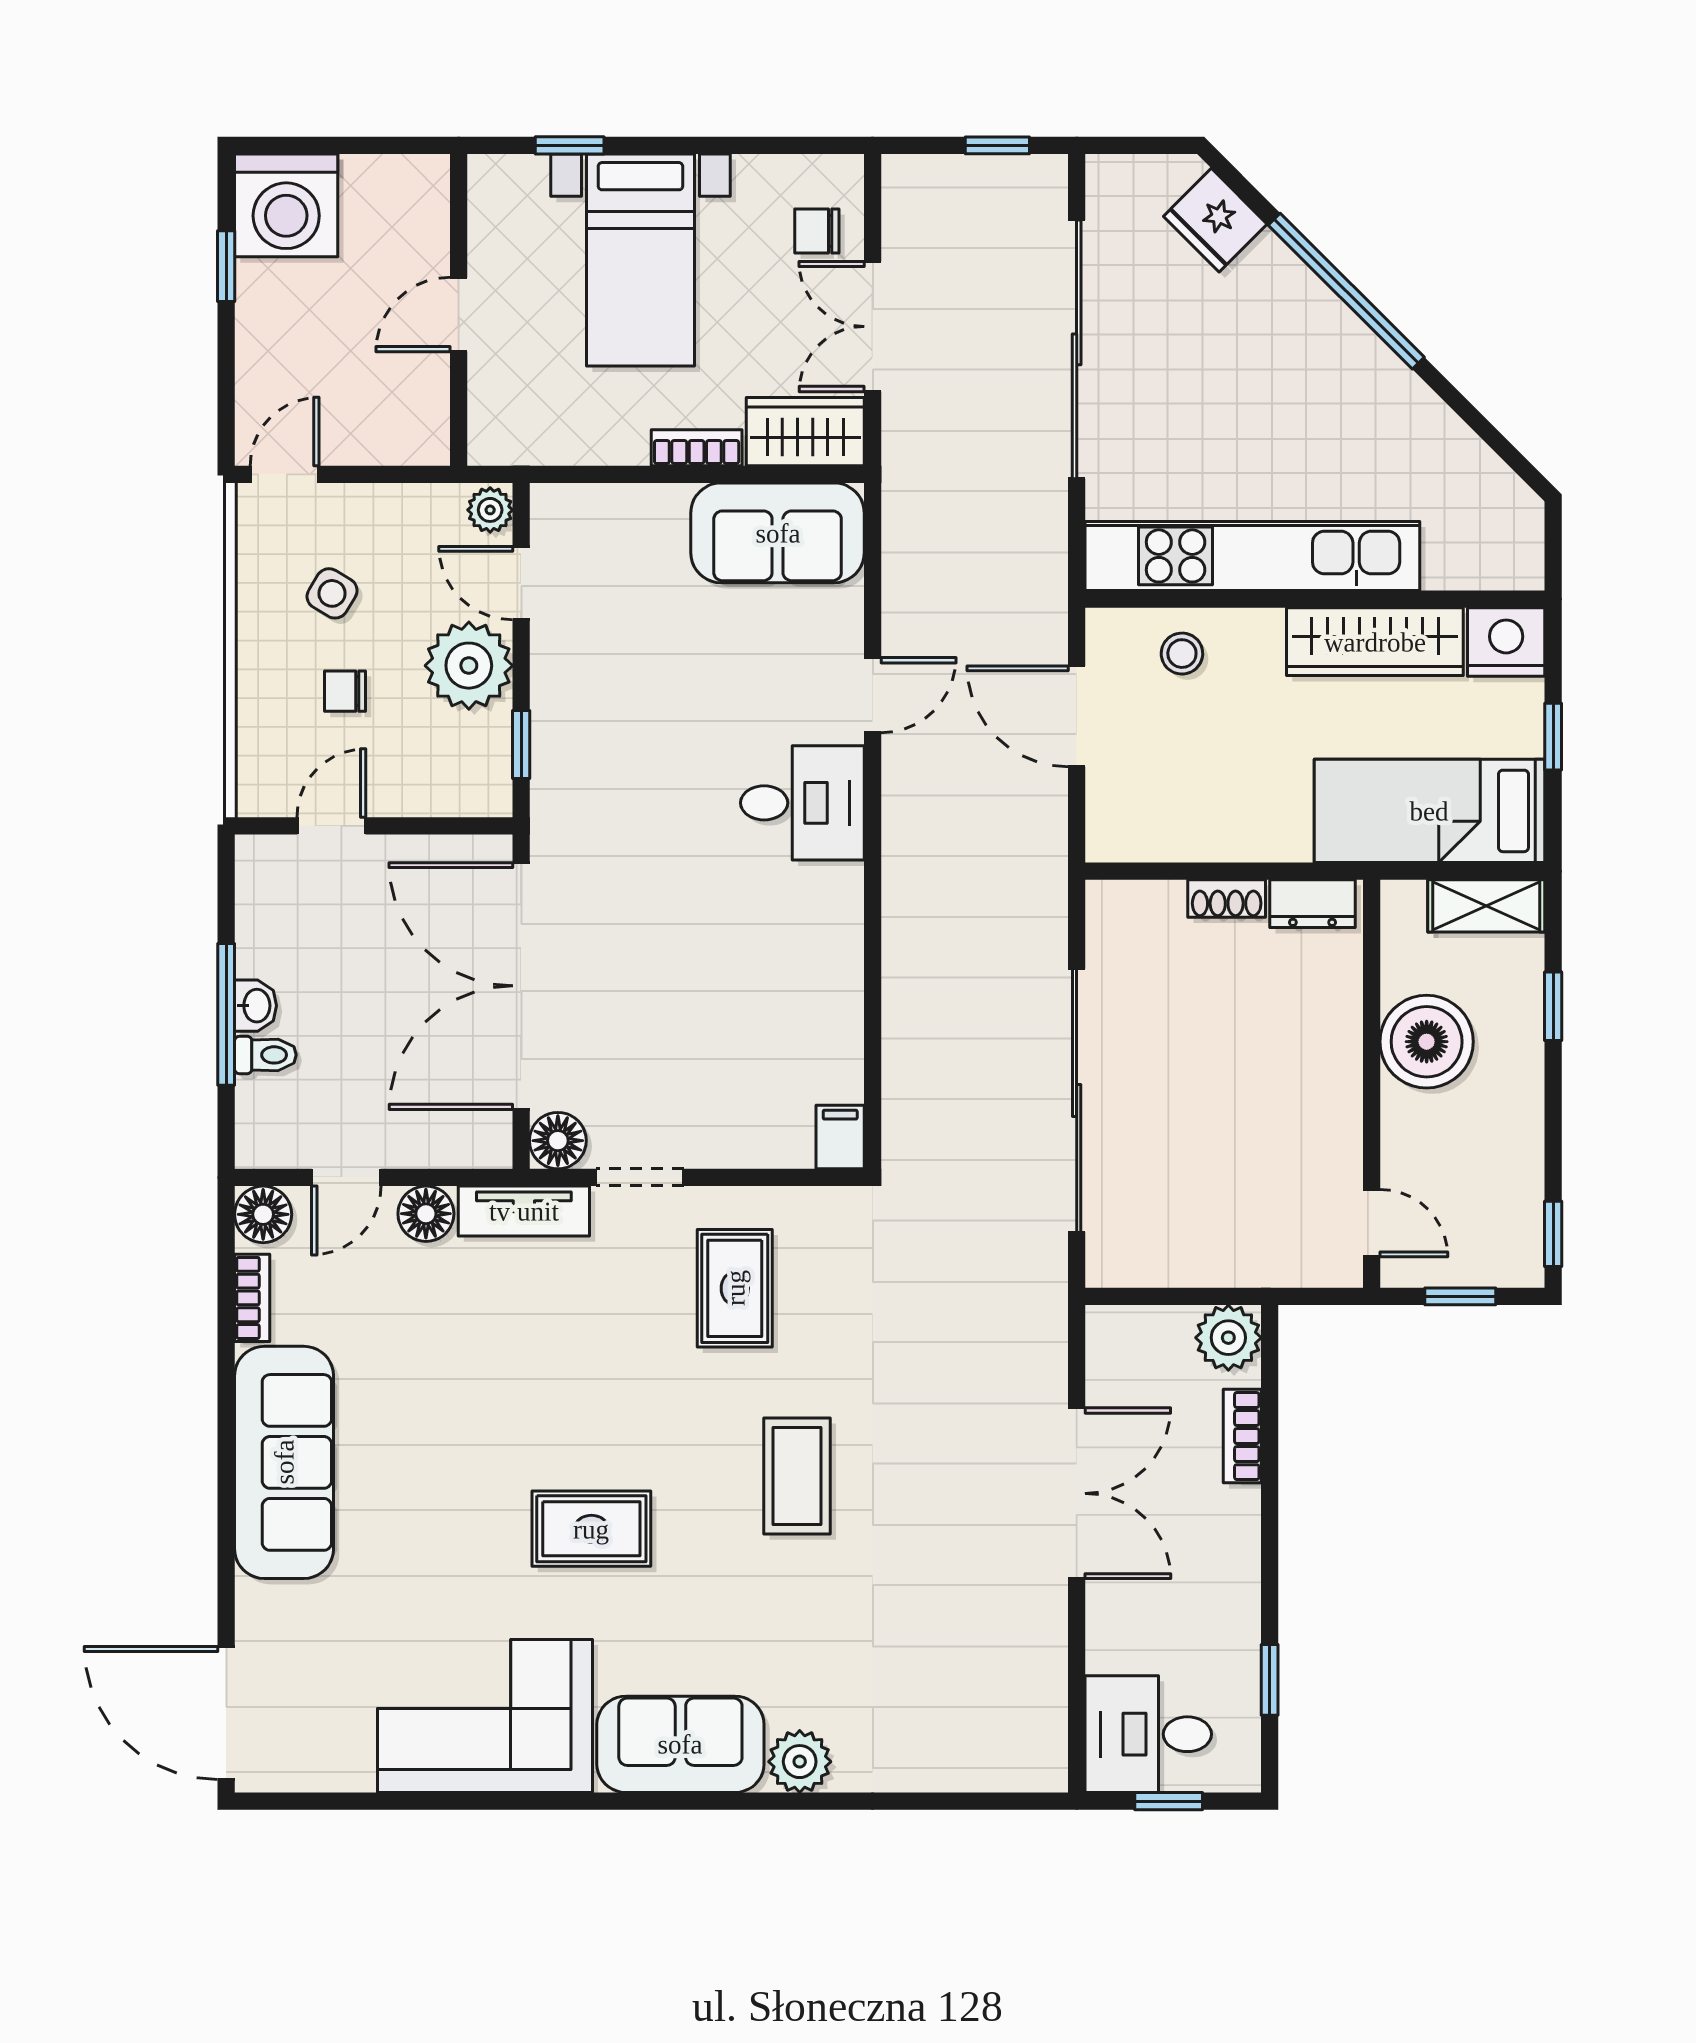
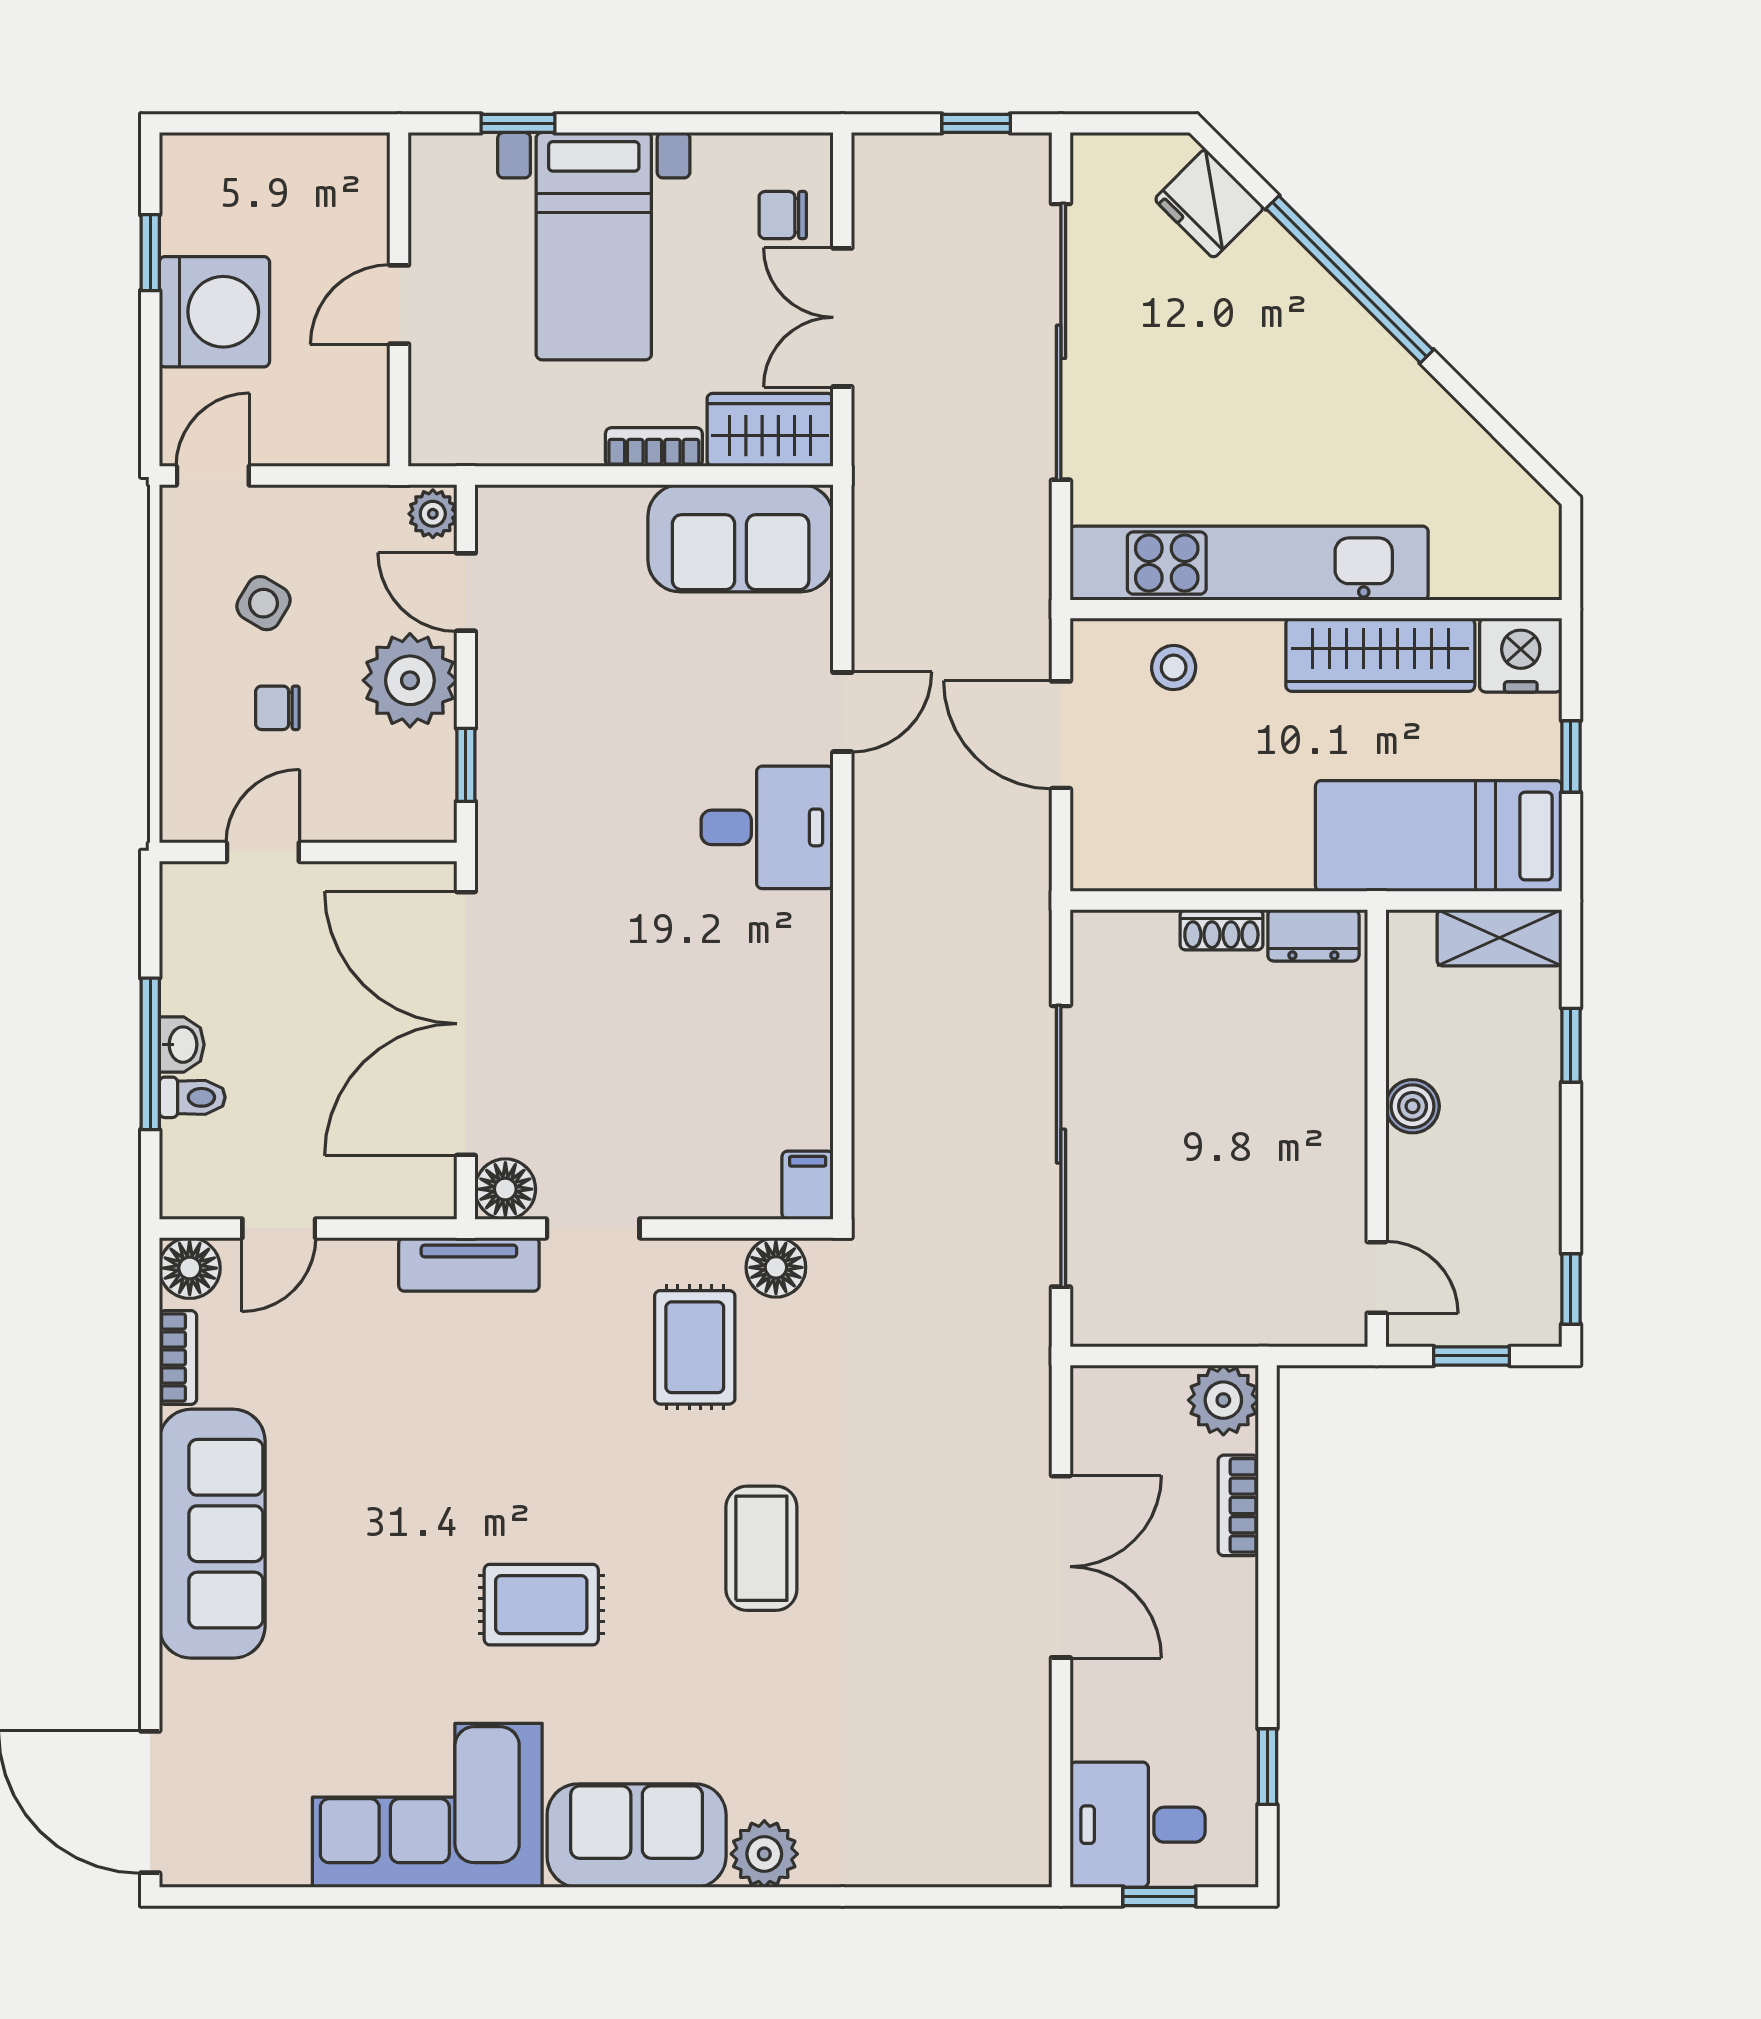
washing machine: (286, 205) -> (214, 312), moved, turned -90
boiler: (1427, 1042) -> (1413, 1106), width x0.54, depth x0.54
floor lamp: (426, 1214) -> (776, 1267), moved

